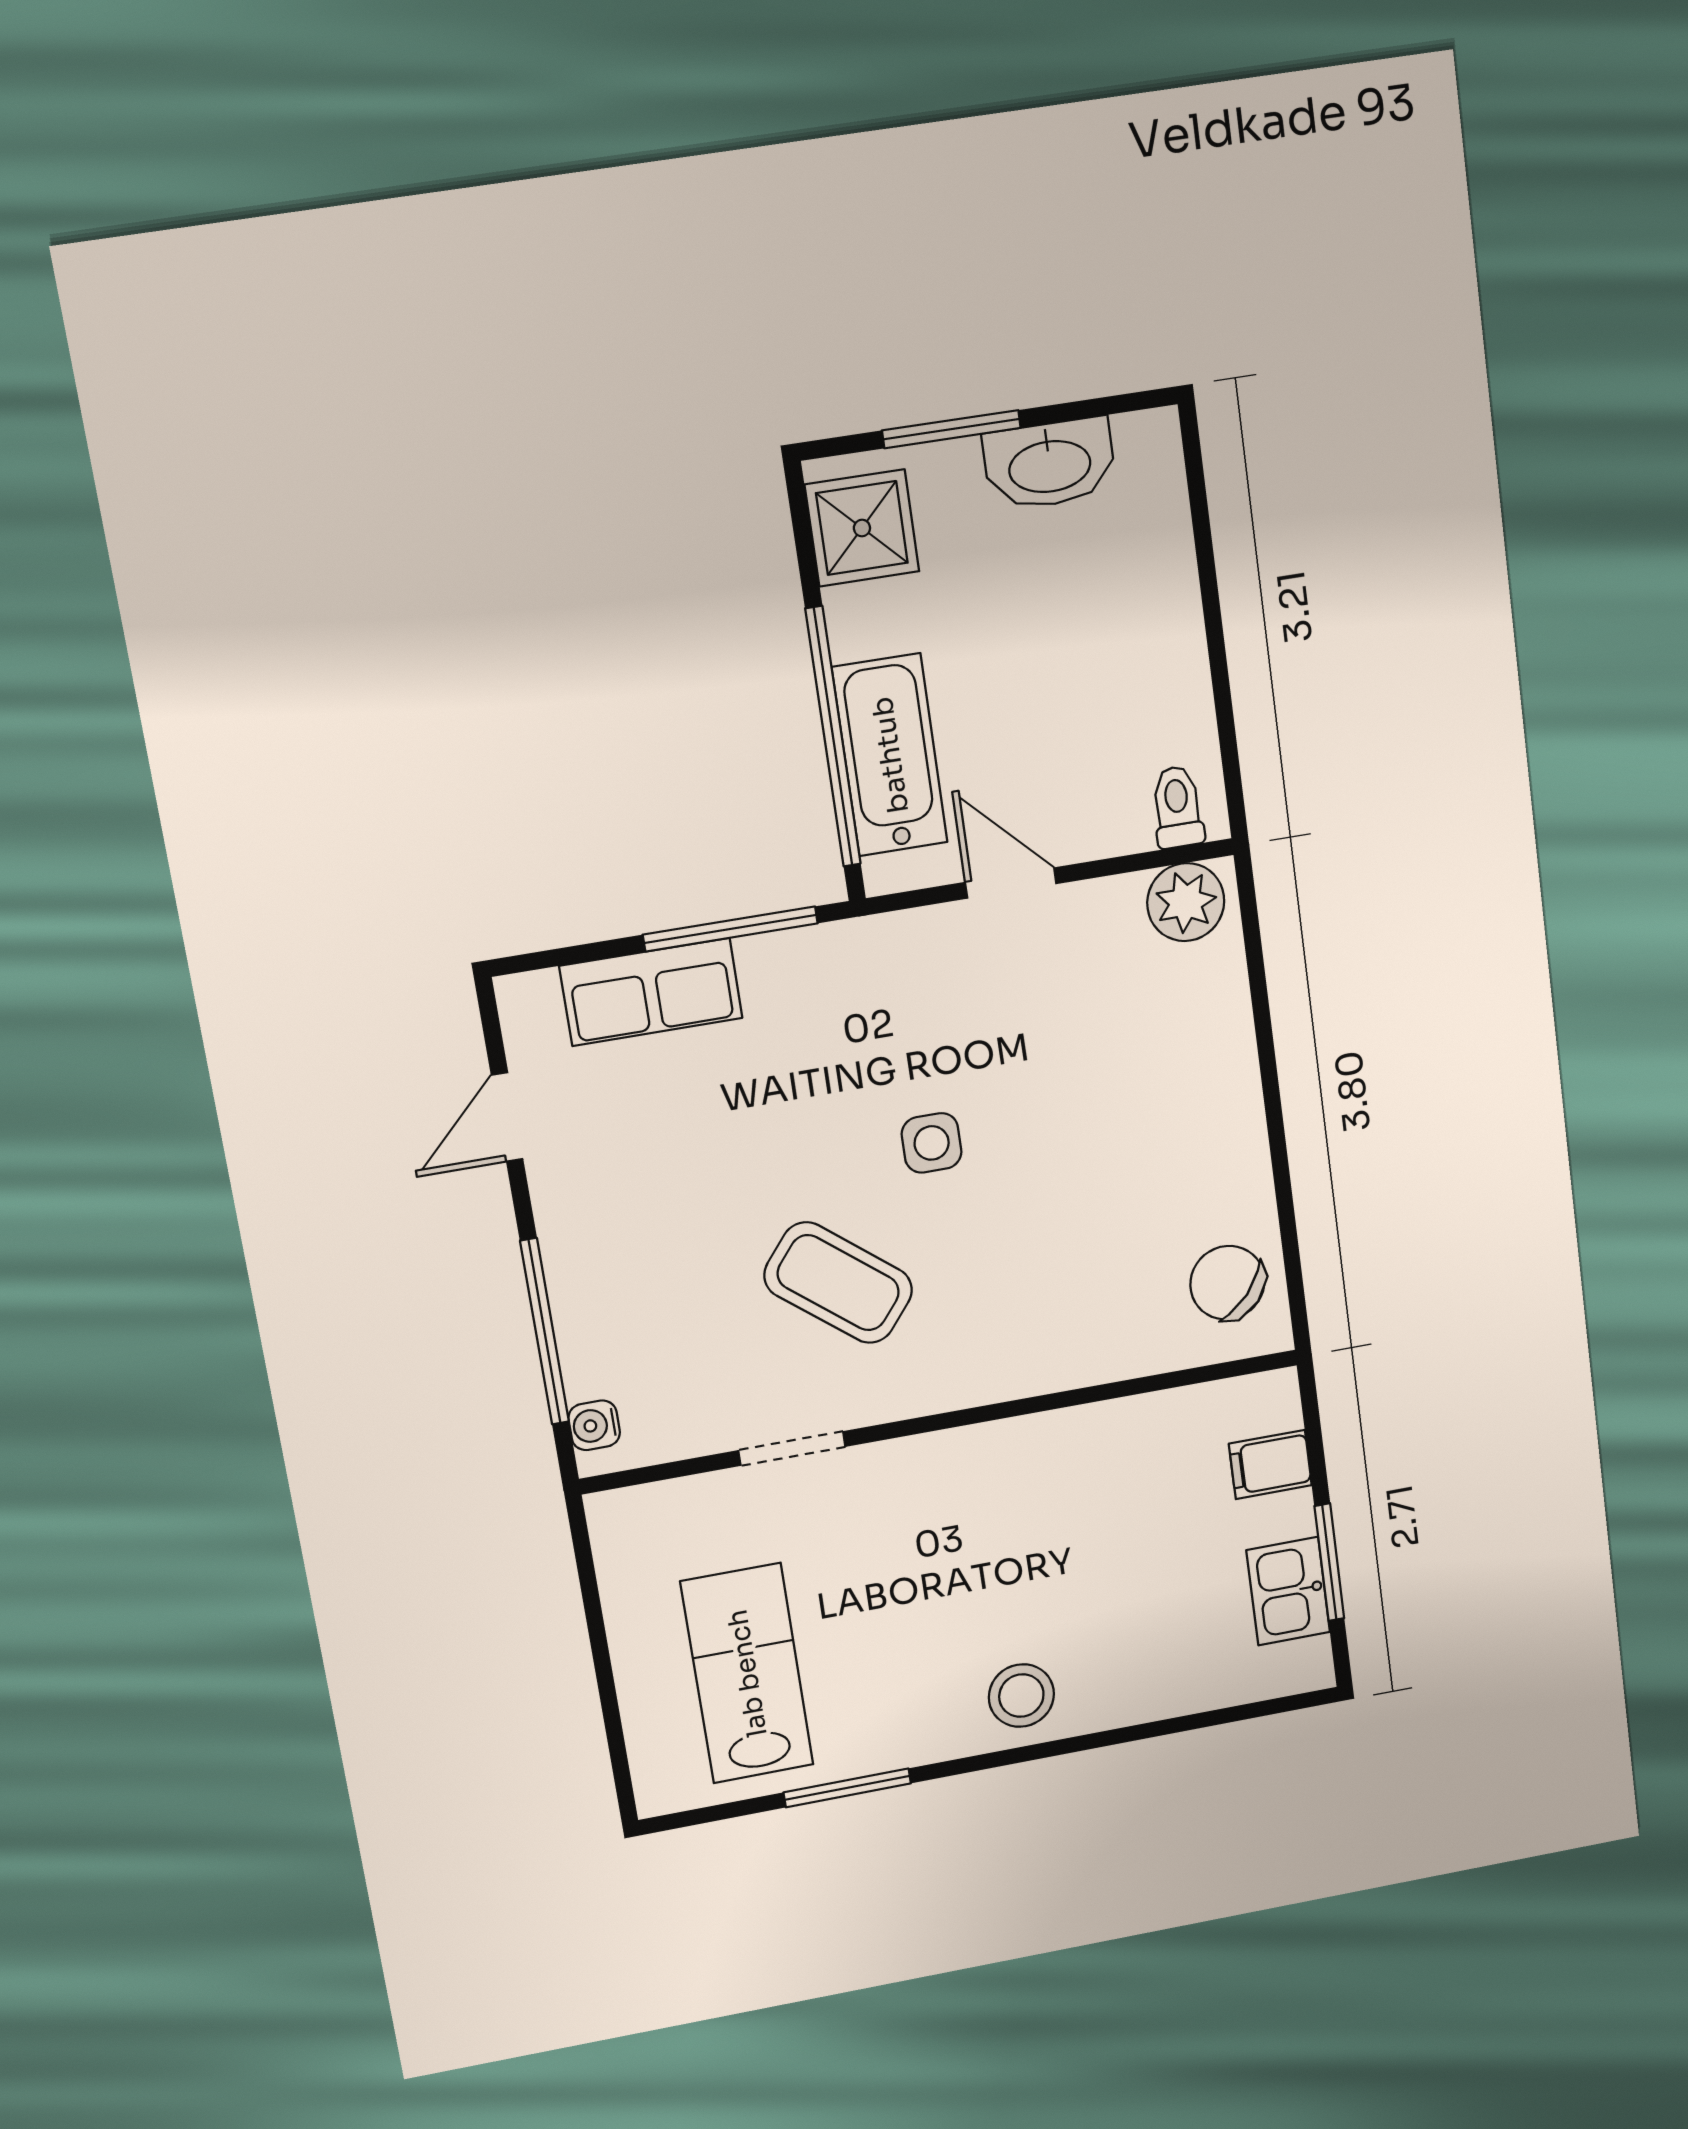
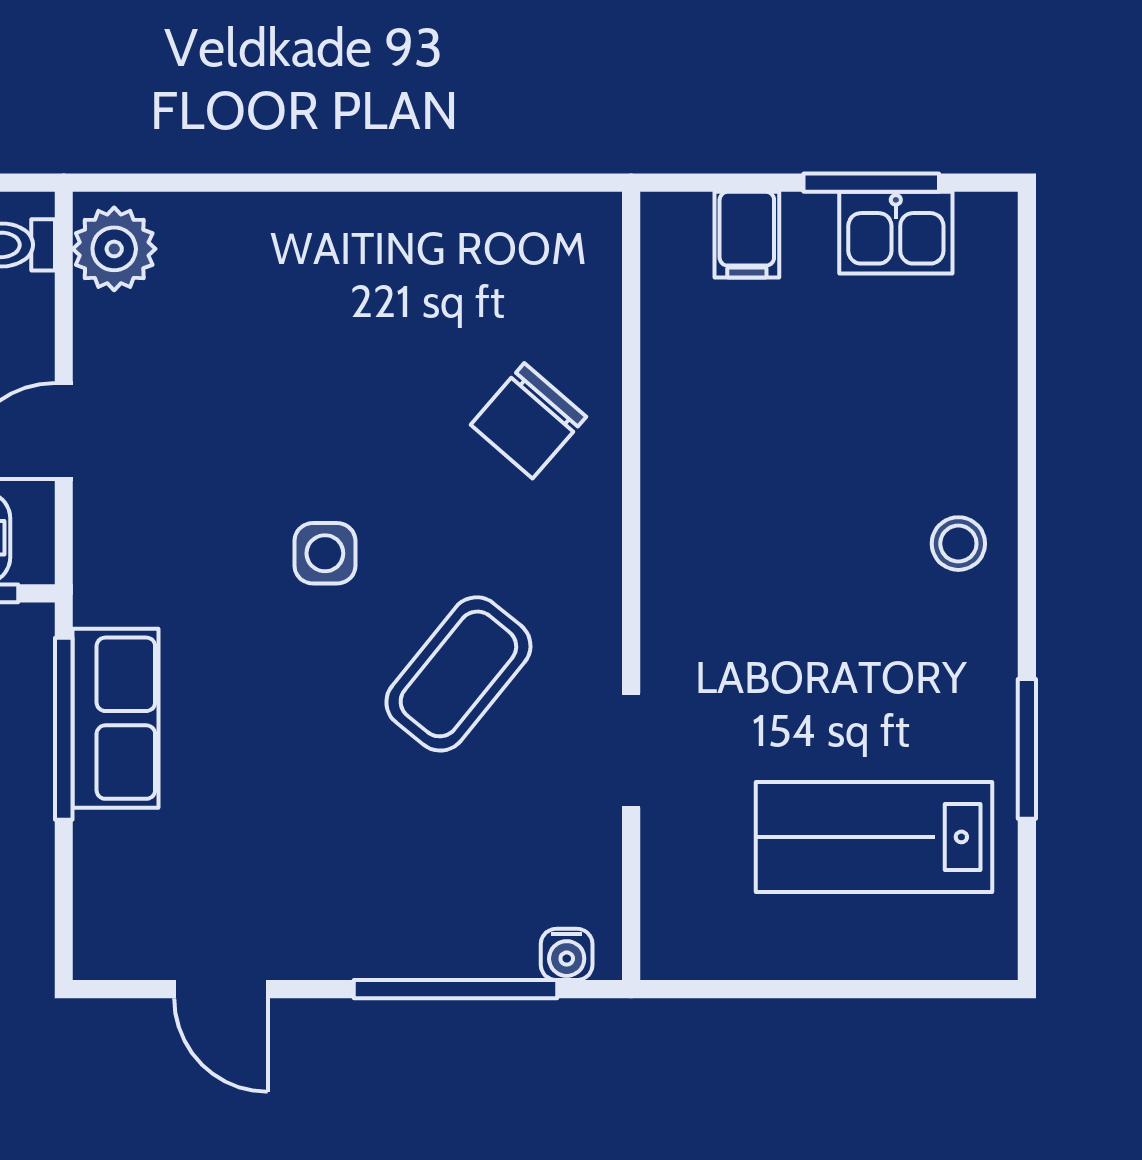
row of seats: (651, 992) -> (116, 718), moved
chair: (1227, 1283) -> (528, 421), moved
stool: (1021, 1696) -> (958, 544), width x0.73, depth x0.73

